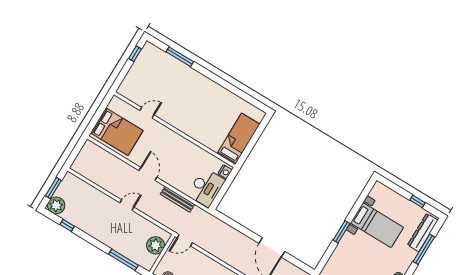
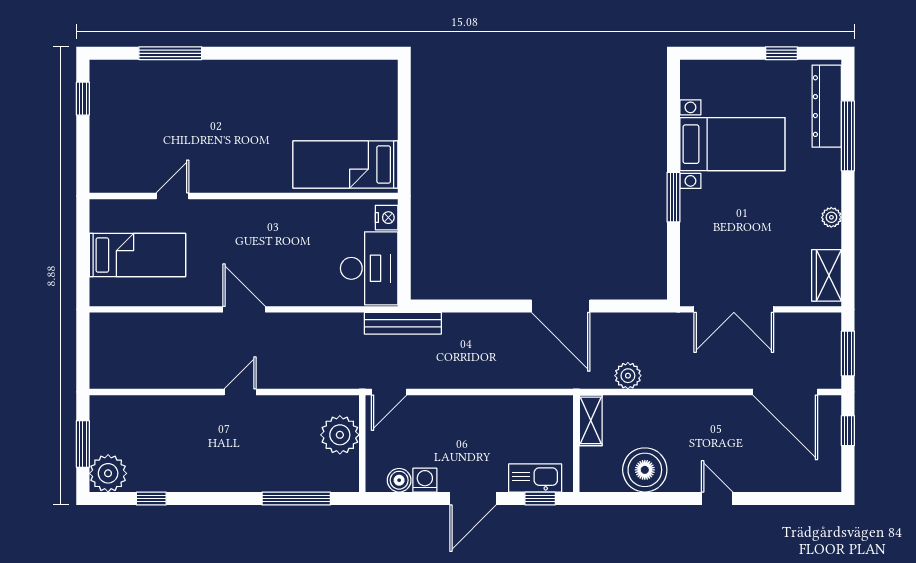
bed: (117, 132) -> (137, 255), width x0.67
bed: (239, 139) -> (345, 165), moved, turned -90
bench: (177, 199) -> (403, 323), moved

